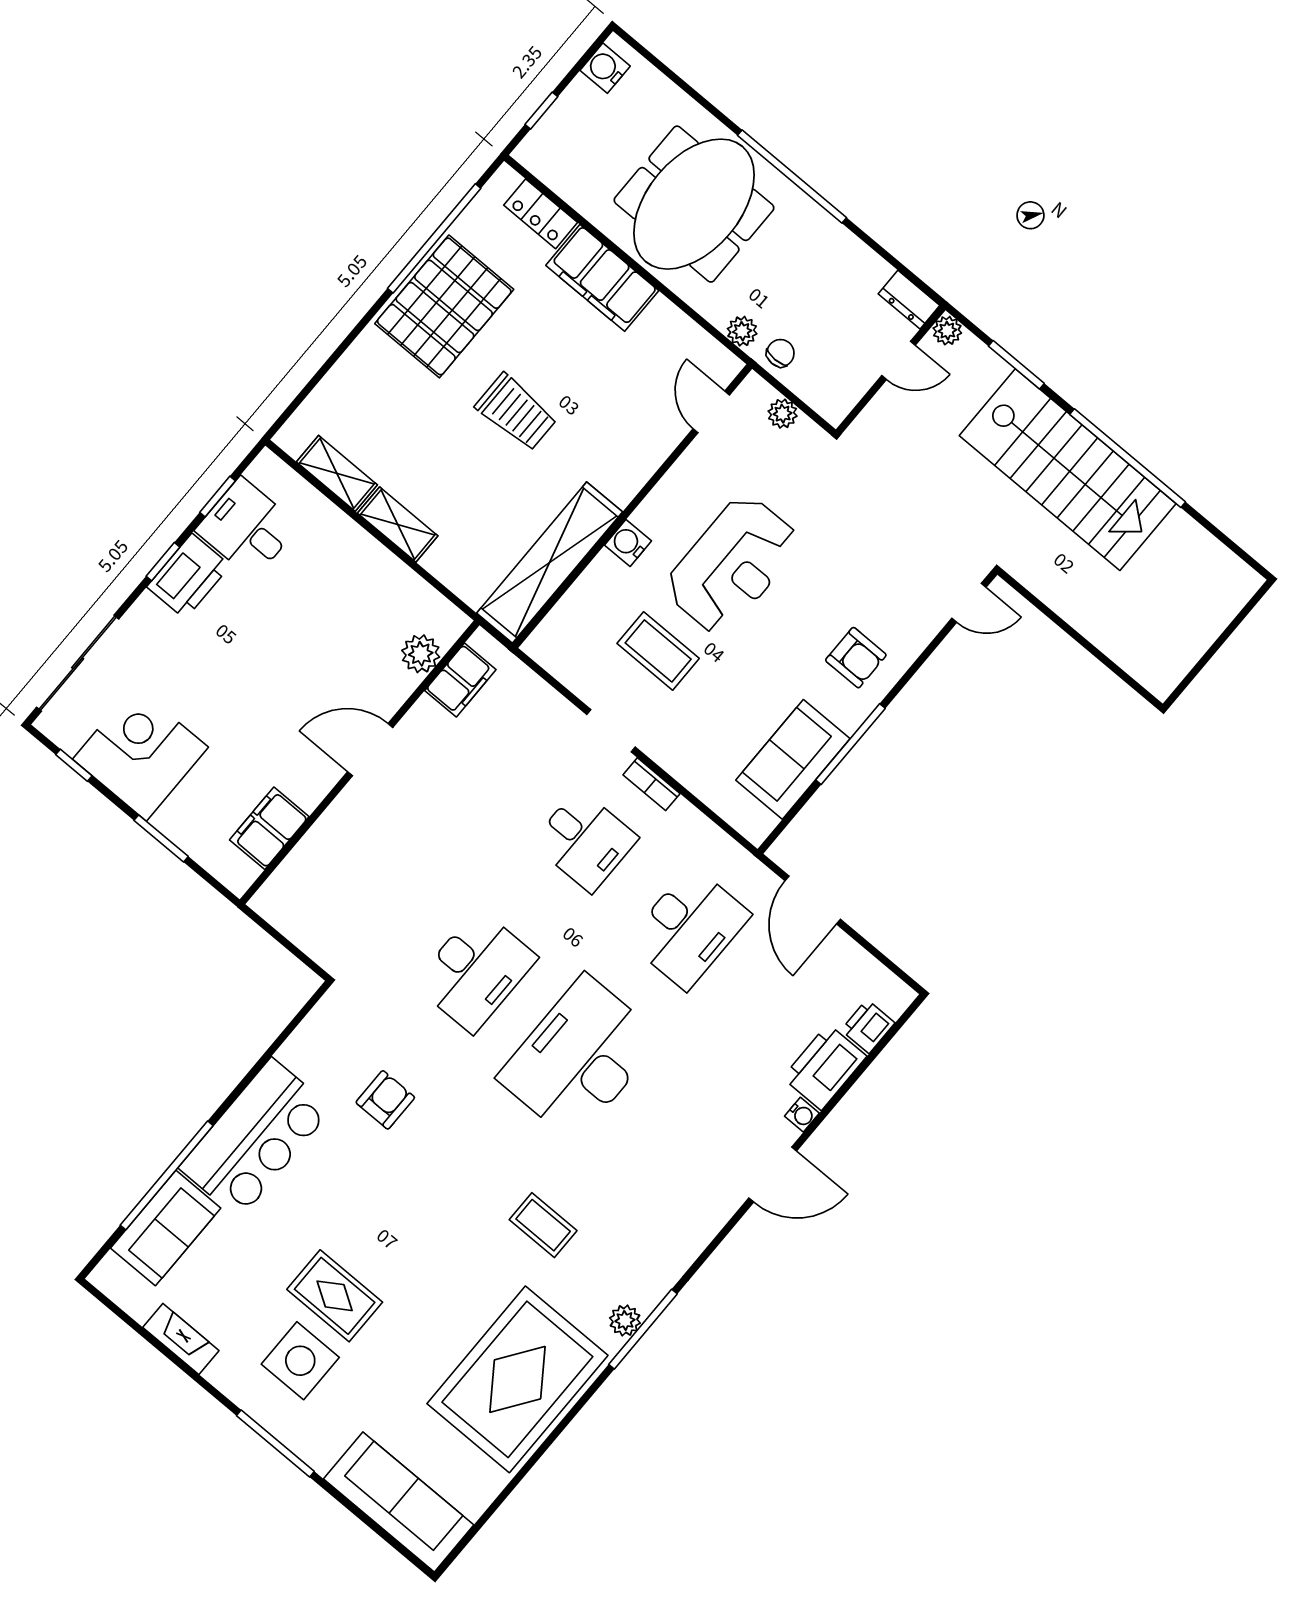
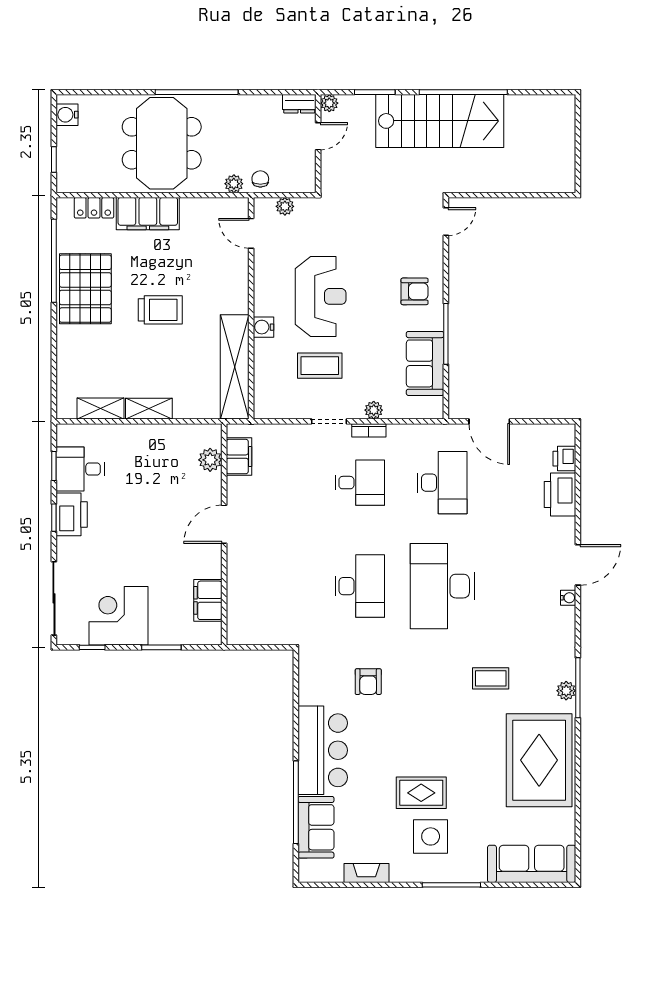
plant: (679, 764) -> (374, 410), added
armchair: (385, 1100) -> (368, 682), turned 180
water cooler: (802, 1115) -> (568, 598), moved

